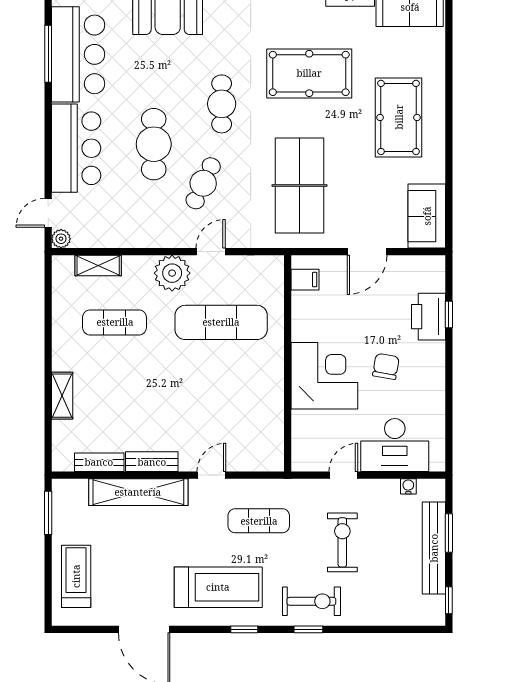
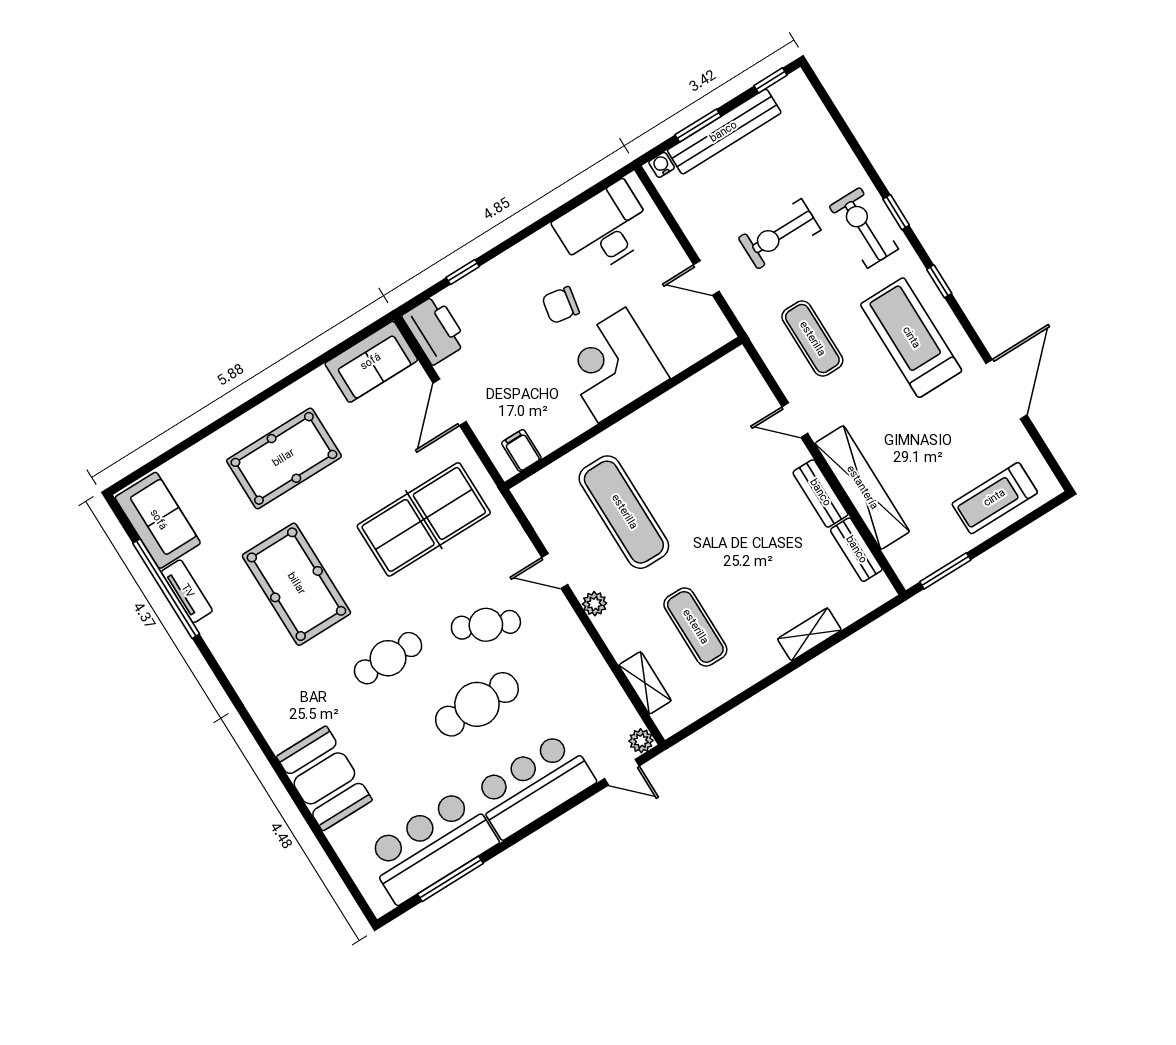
door: (367, 252) -> (450, 402), swing flipped
plant: (172, 273) -> (595, 604), width x0.53, depth x0.53
printer: (428, 317) -> (435, 330), moved, turned -90
desk: (395, 445) -> (604, 229), moved, turned -90
water cooler: (408, 486) -> (662, 165), moved, turned 90

